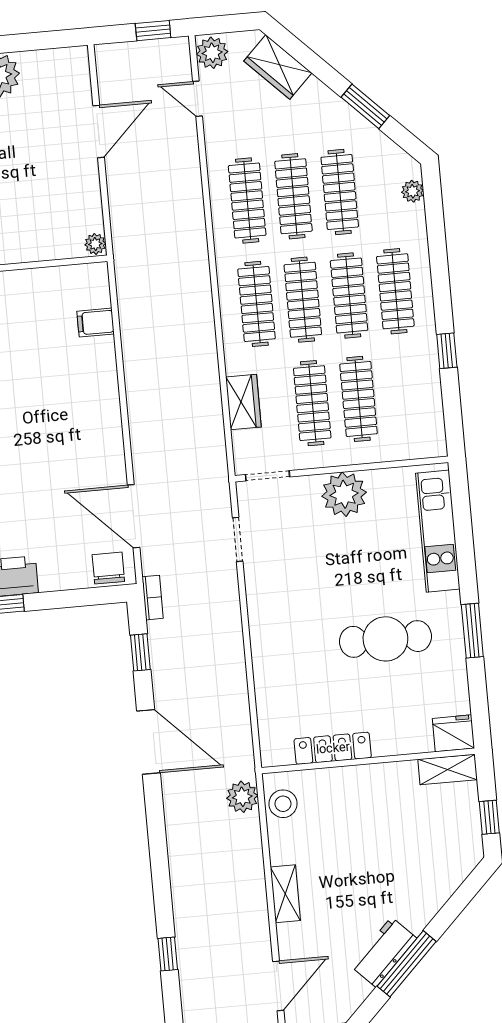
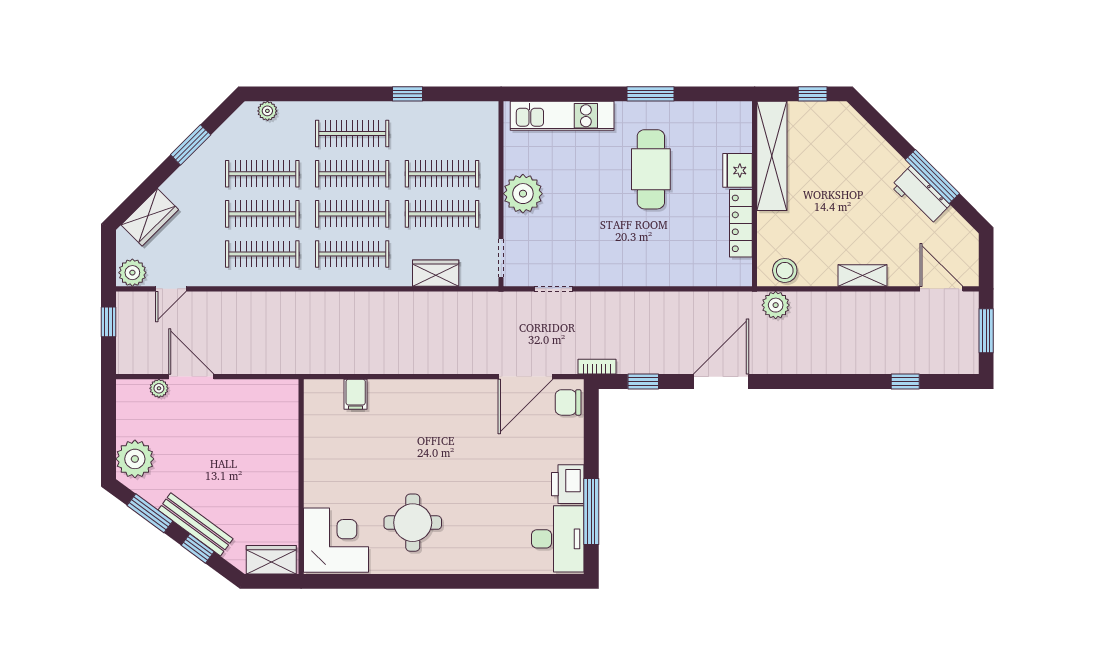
plant: (95, 244) -> (159, 388), moved
fridge: (453, 733) -> (737, 170), moved
shelving: (448, 770) -> (772, 156), width x2.20, depth x1.33

